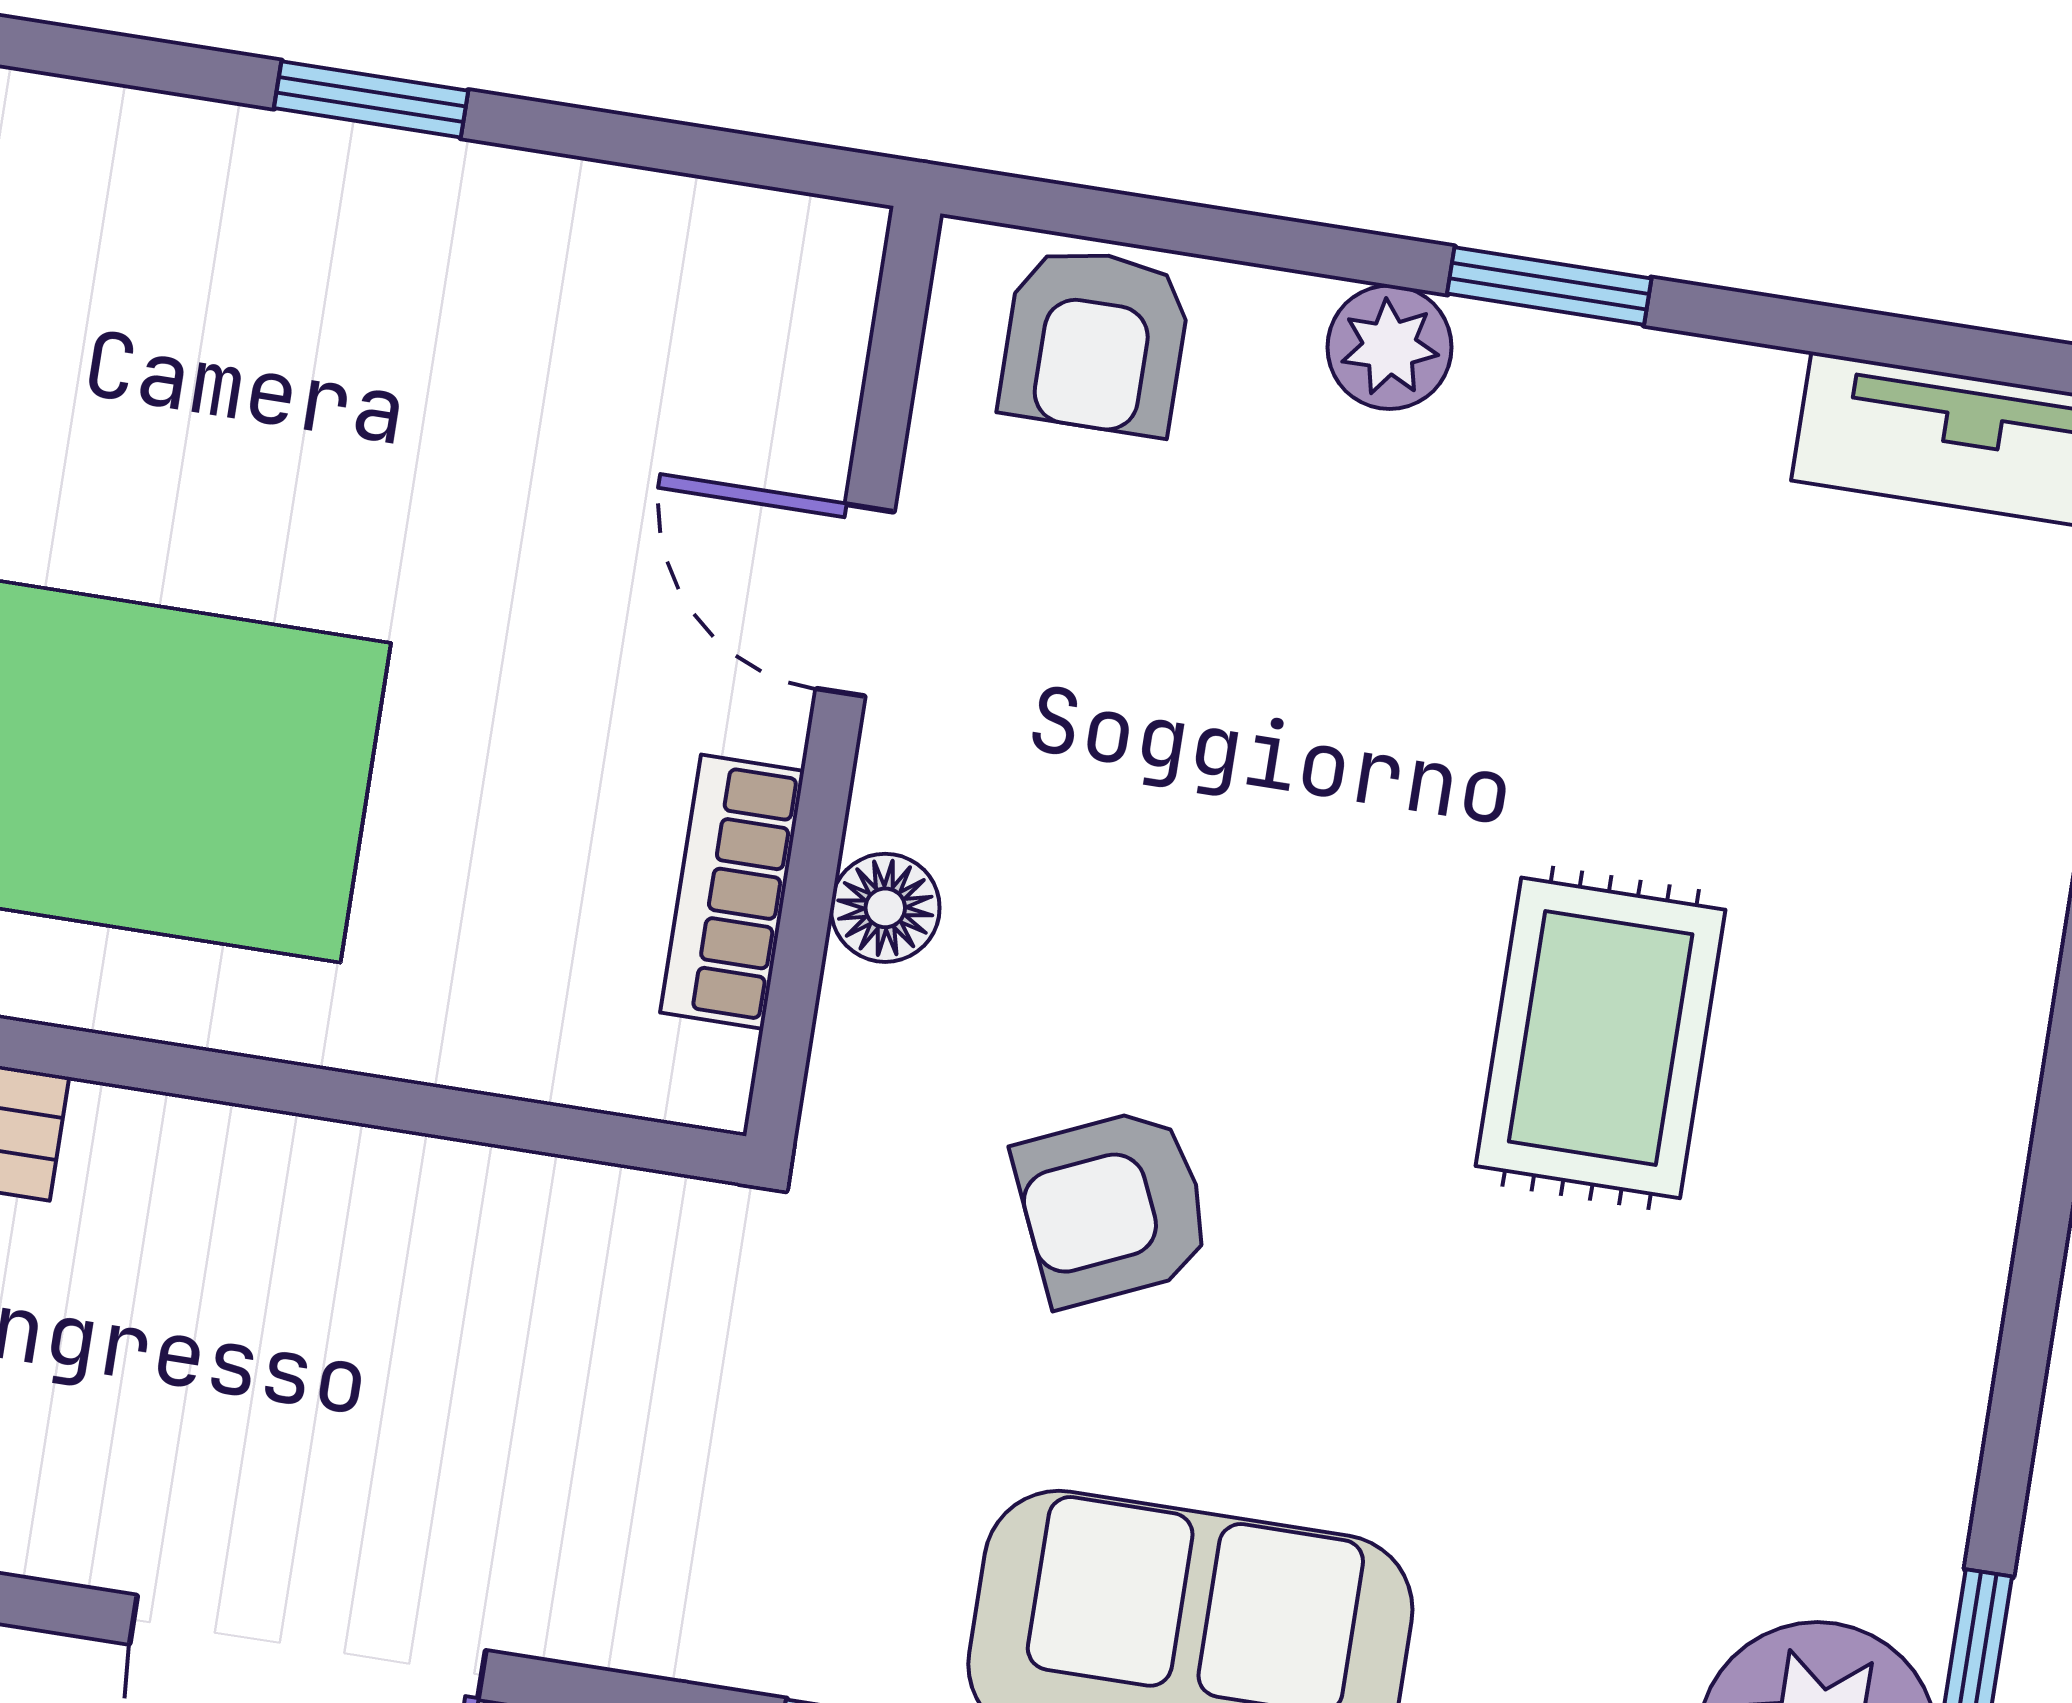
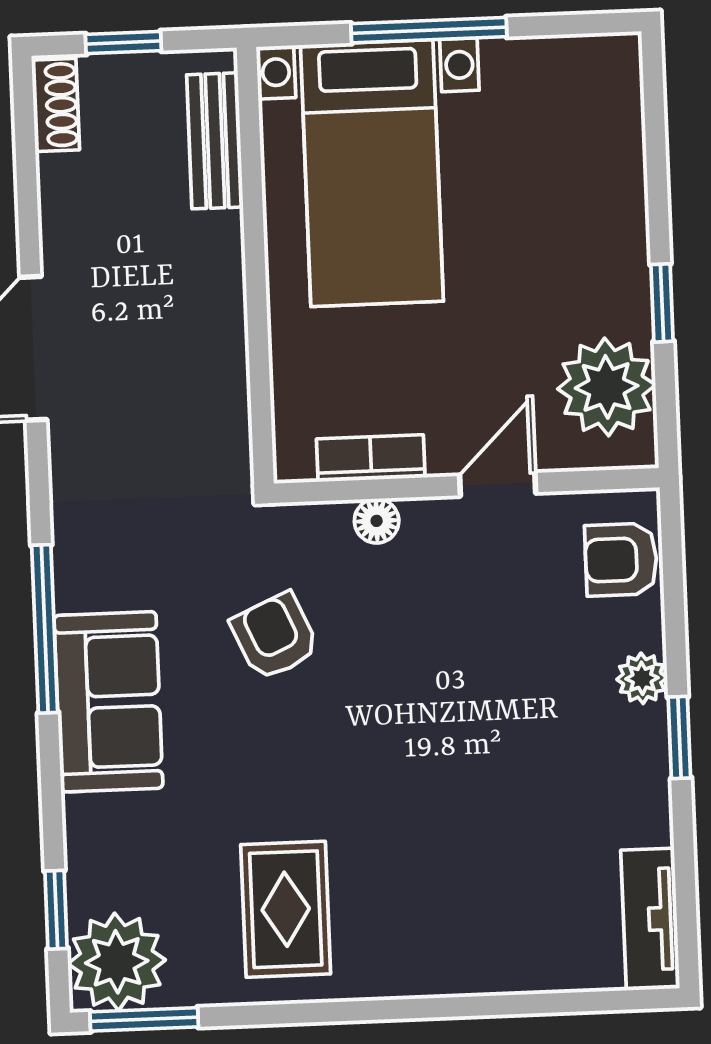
window: (371, 99) -> (662, 303), moved
plant: (674, 293) -> (607, 387), added
rug: (1601, 1038) -> (286, 909), moved, turned 90

